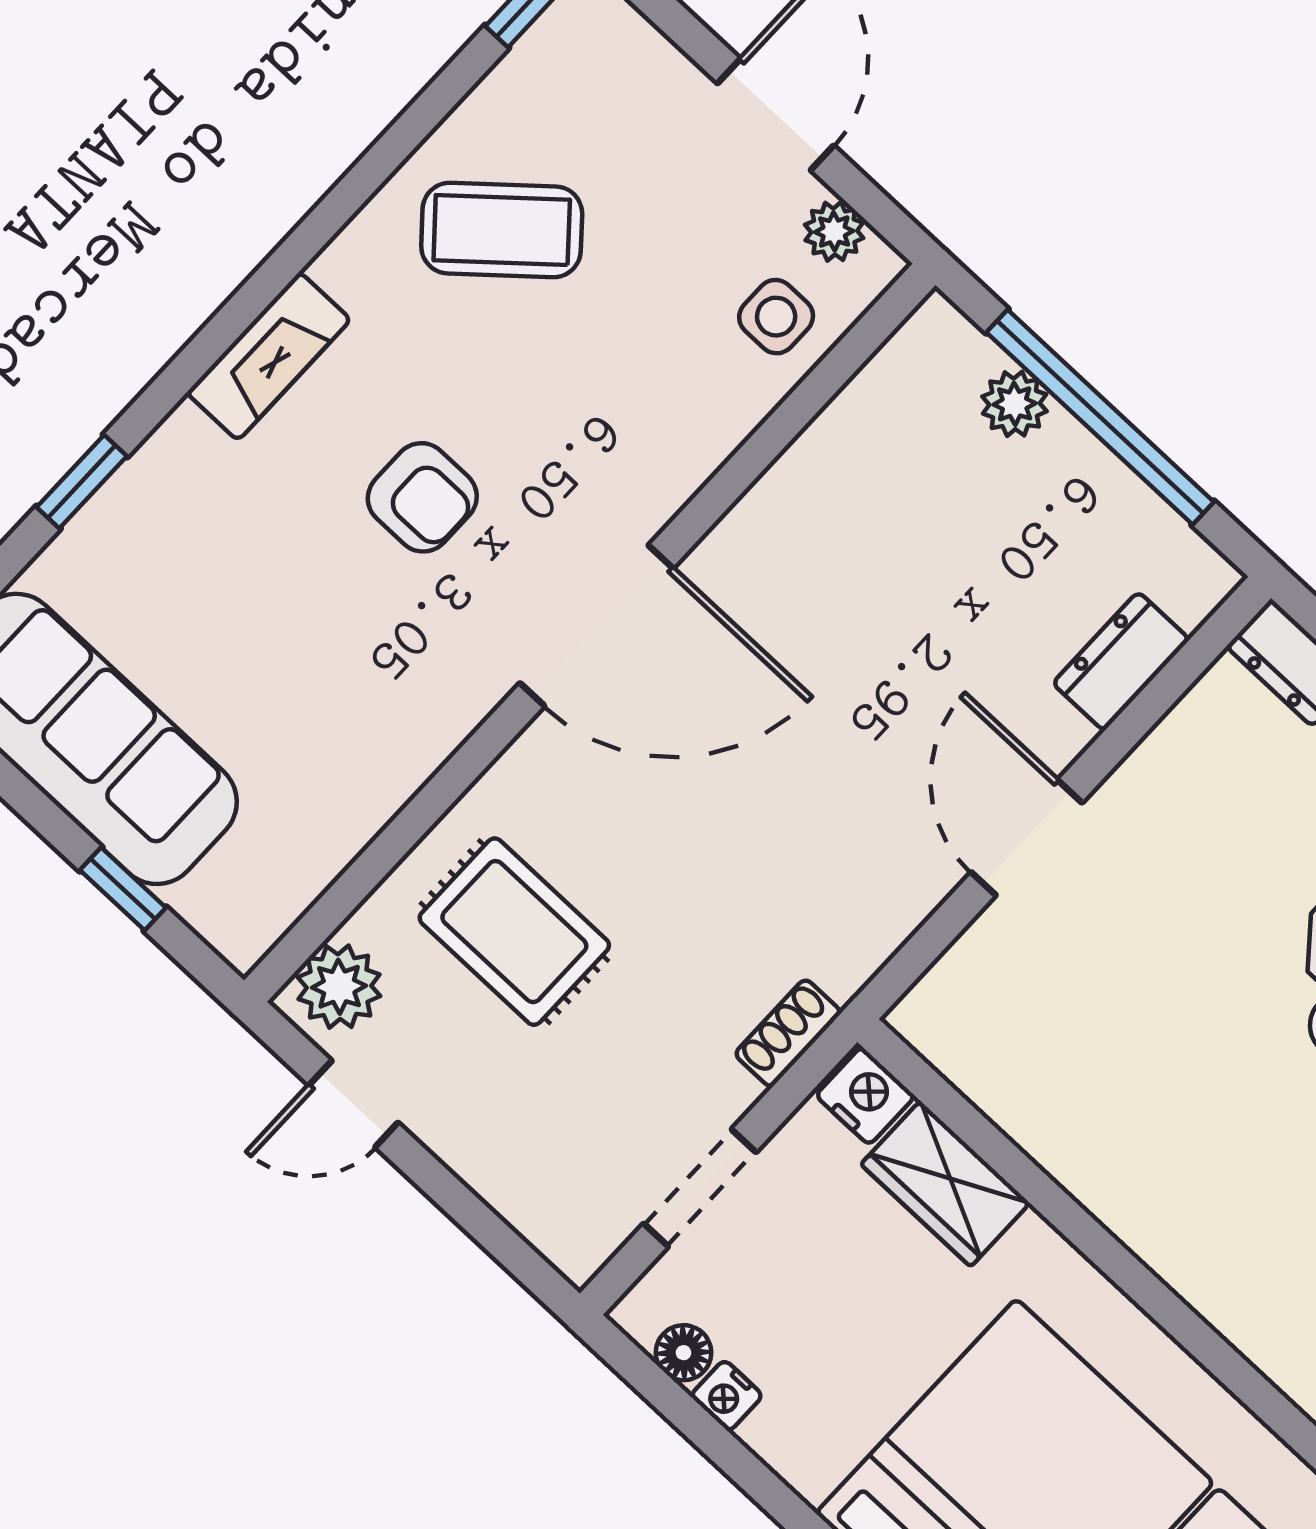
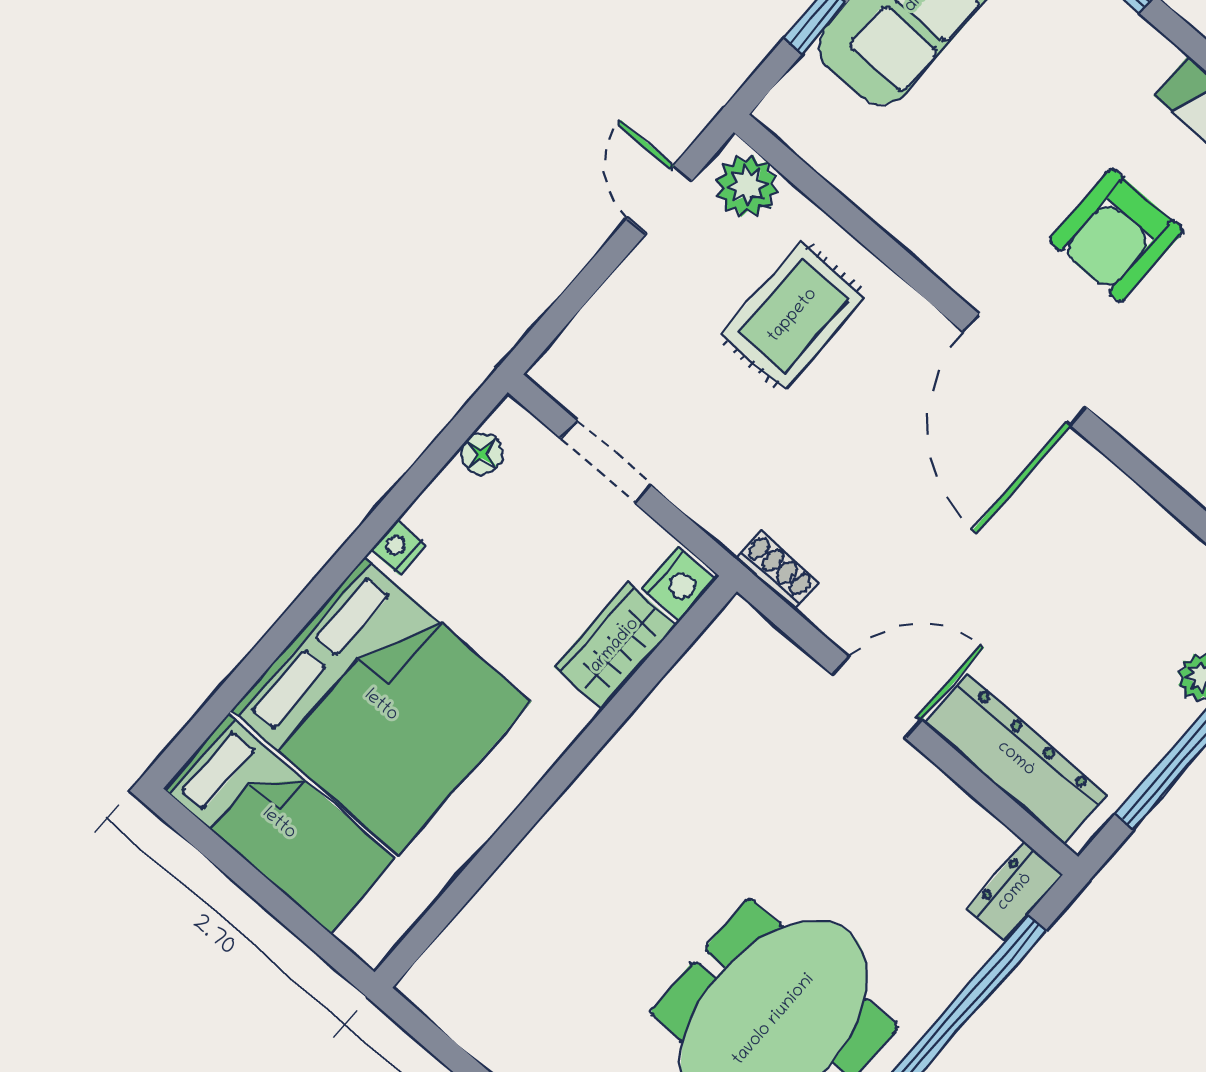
armchair: (422, 497) -> (1116, 235), width x1.38, depth x1.38
dresser: (1121, 661) -> (1016, 759), width x1.96, depth x1.24
shoe rack: (788, 1033) -> (777, 570), moved
nightstand: (726, 1396) -> (398, 548), moved

